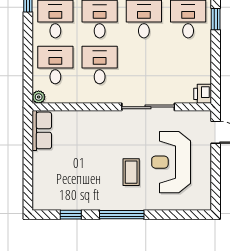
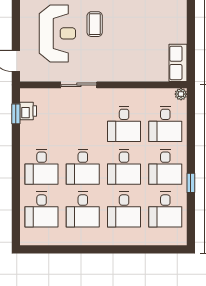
window: (216, 19) -> (16, 114), moved
printer: (203, 94) -> (28, 111), moved
sliding door: (148, 107) -> (79, 85), width x0.73

